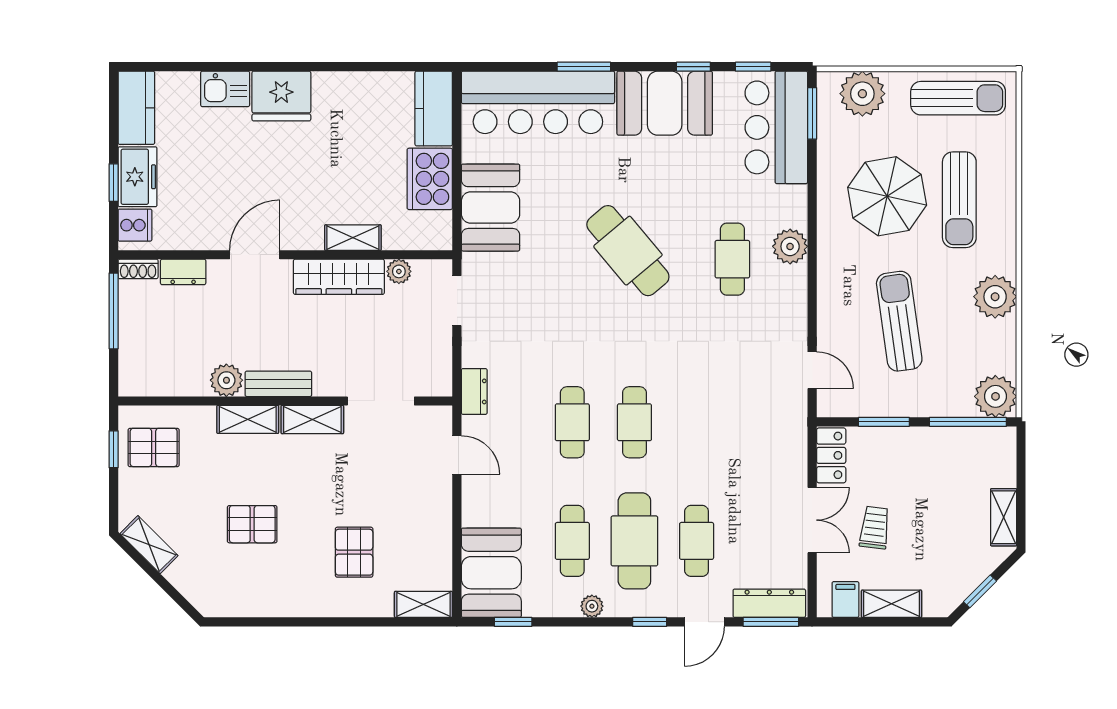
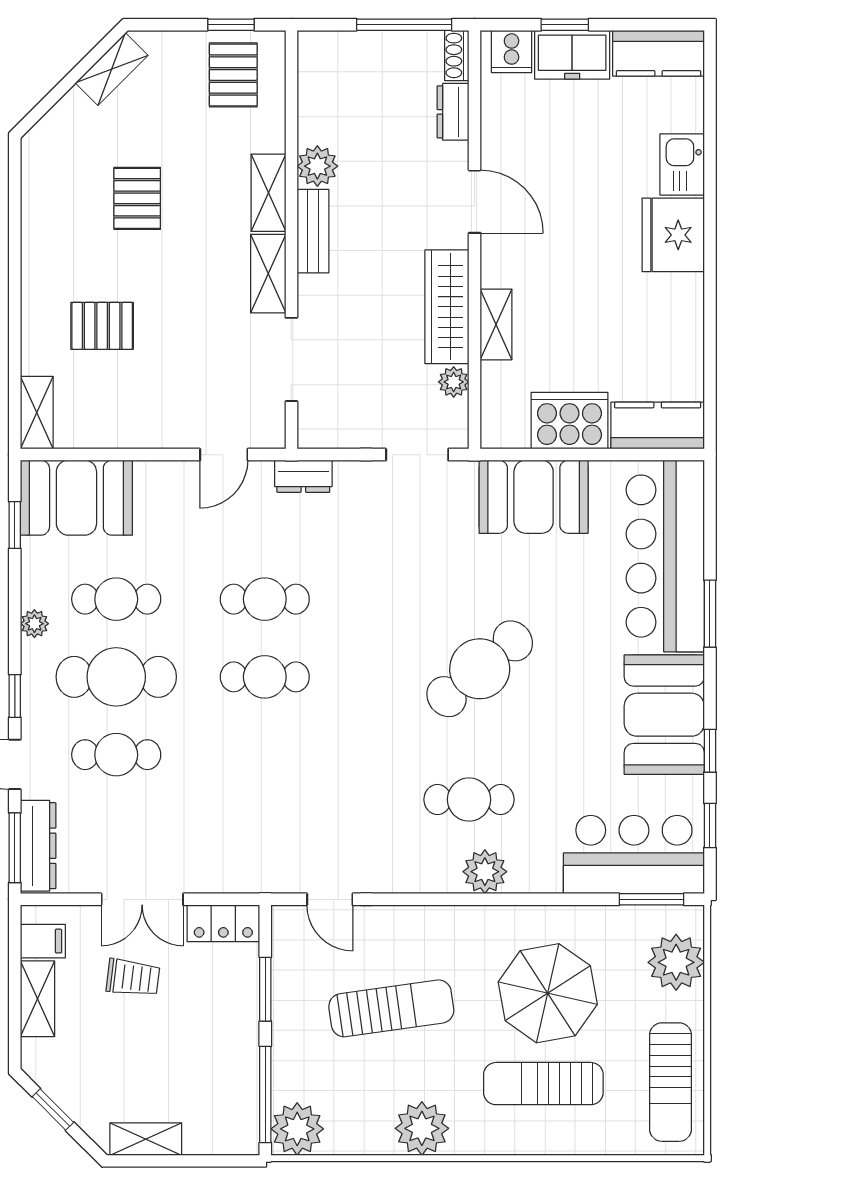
door: (812, 370) -> (330, 899), hinge flipped

